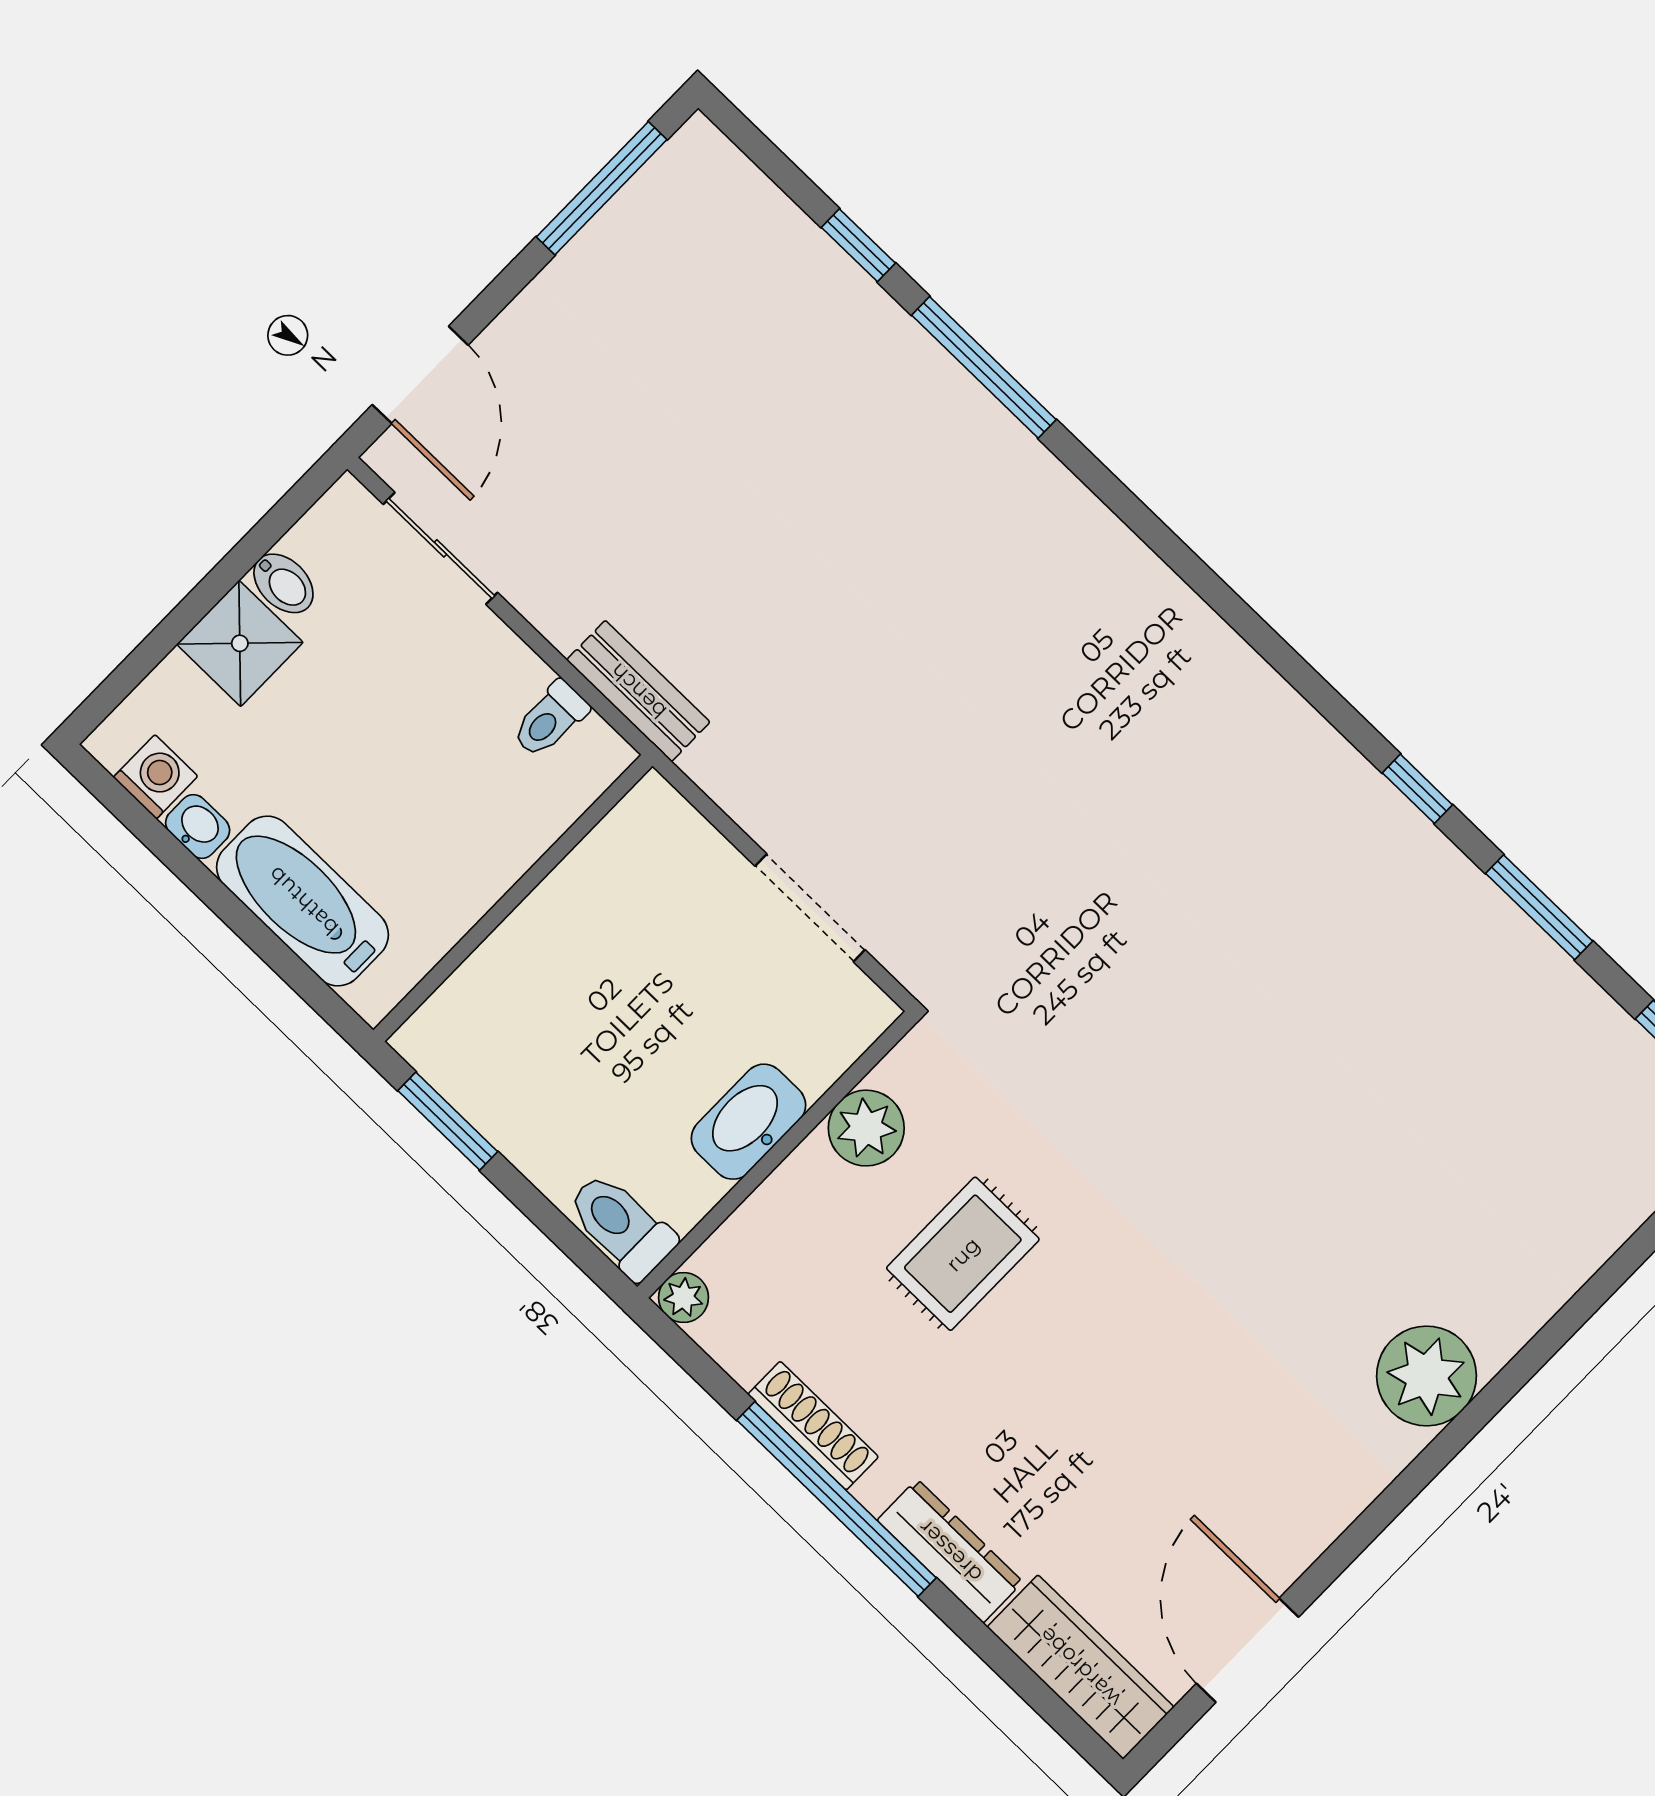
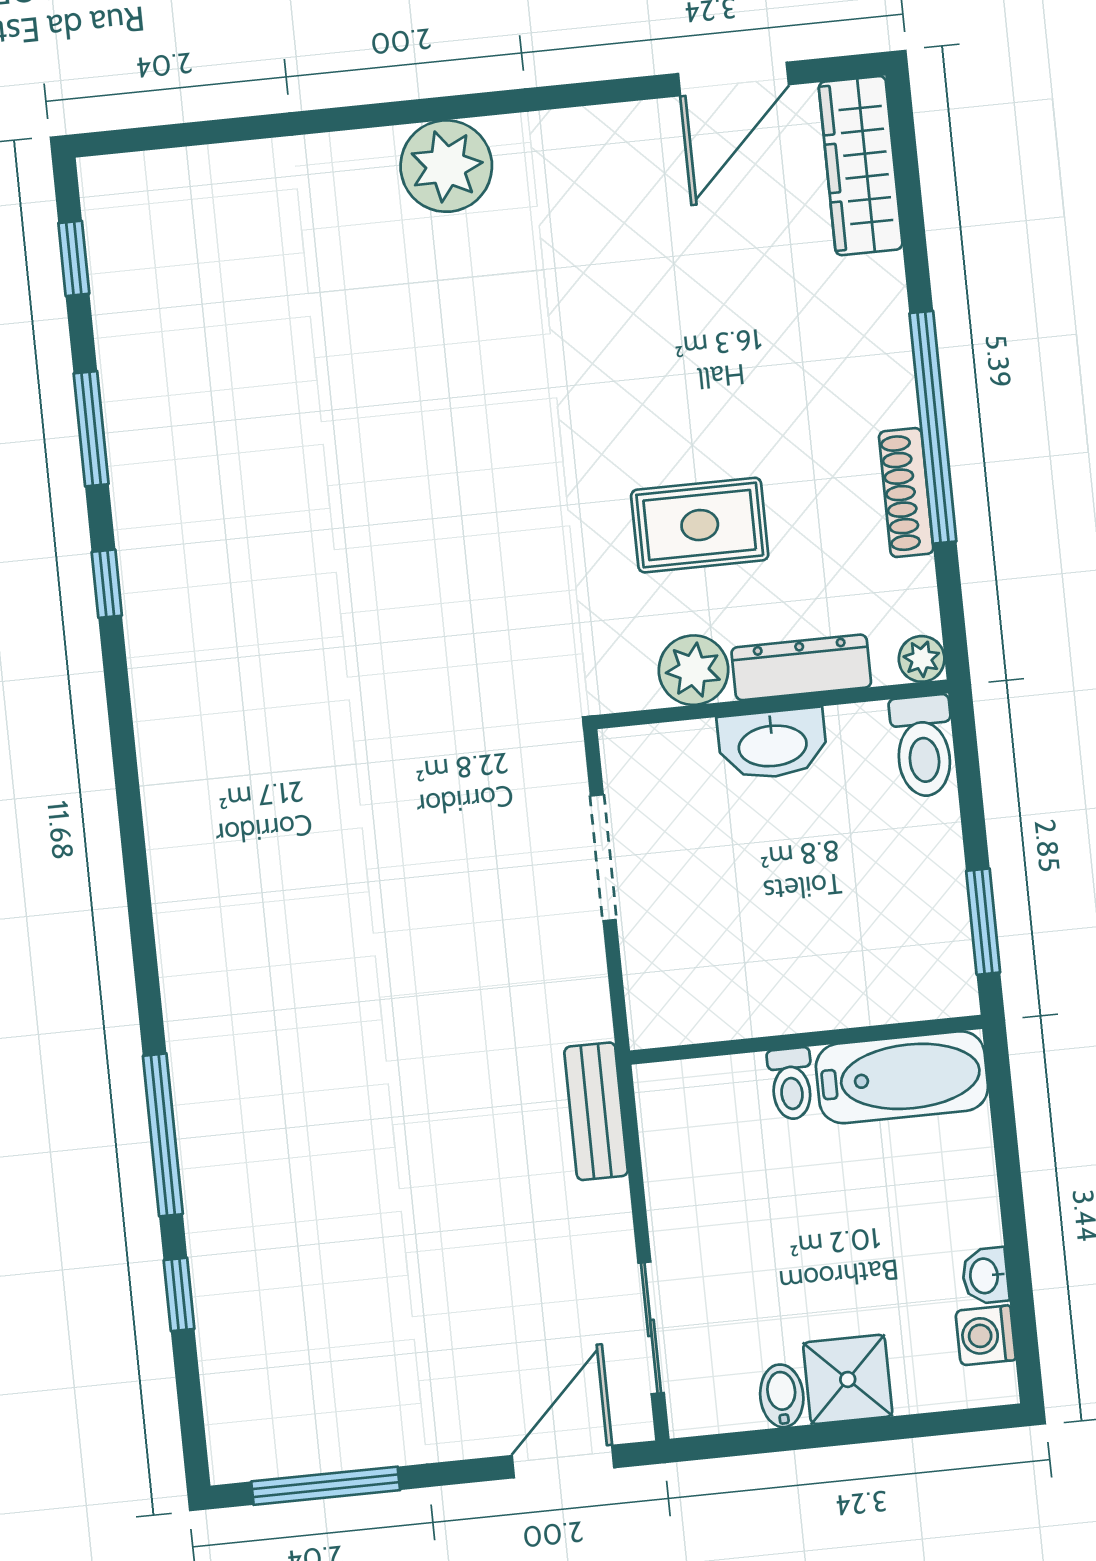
toilet: (550, 719) -> (791, 1084), moved, turned 90
bathtub: (303, 901) -> (902, 1077), moved, turned -90
dresser: (950, 1551) -> (801, 667), moved, turned 90

